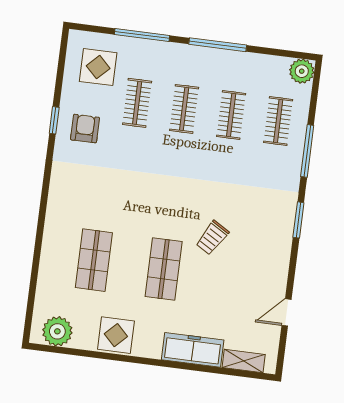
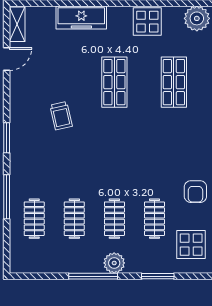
window: (142, 35) -> (158, 276), width x0.69
plant: (302, 71) -> (114, 263), moved
trolley: (212, 238) -> (61, 116), moved, turned 136
shelving: (244, 361) -> (17, 24), moved, turned 90

